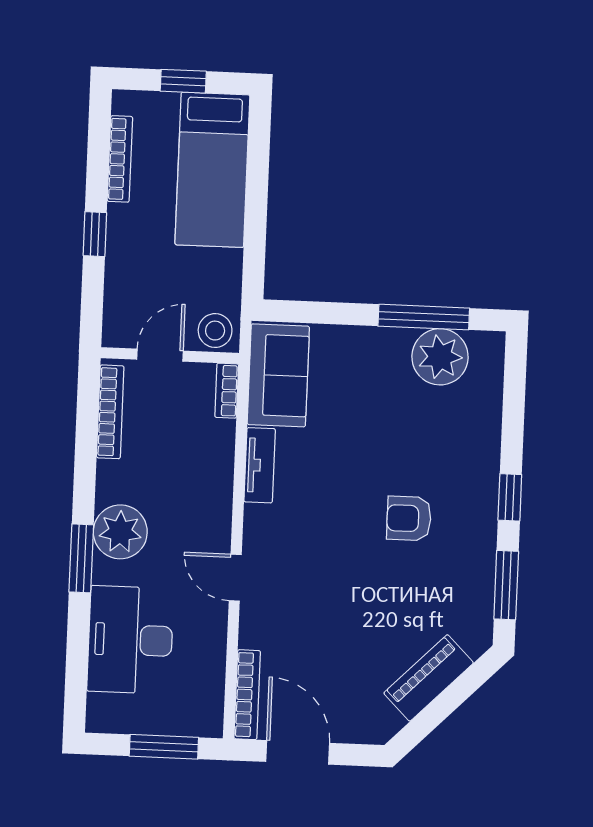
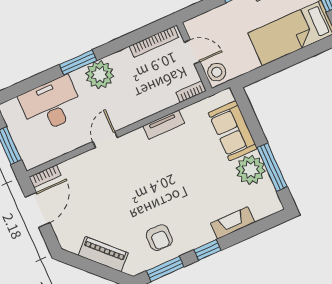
plant: (440, 357) -> (251, 170), moved
sofa: (278, 375) -> (233, 131), moved, turned 90
fireplace: (485, 431) -> (233, 223), added
armchair: (409, 518) -> (159, 238), moved, turned 180
bookcase: (247, 695) -> (45, 176), width x0.64

